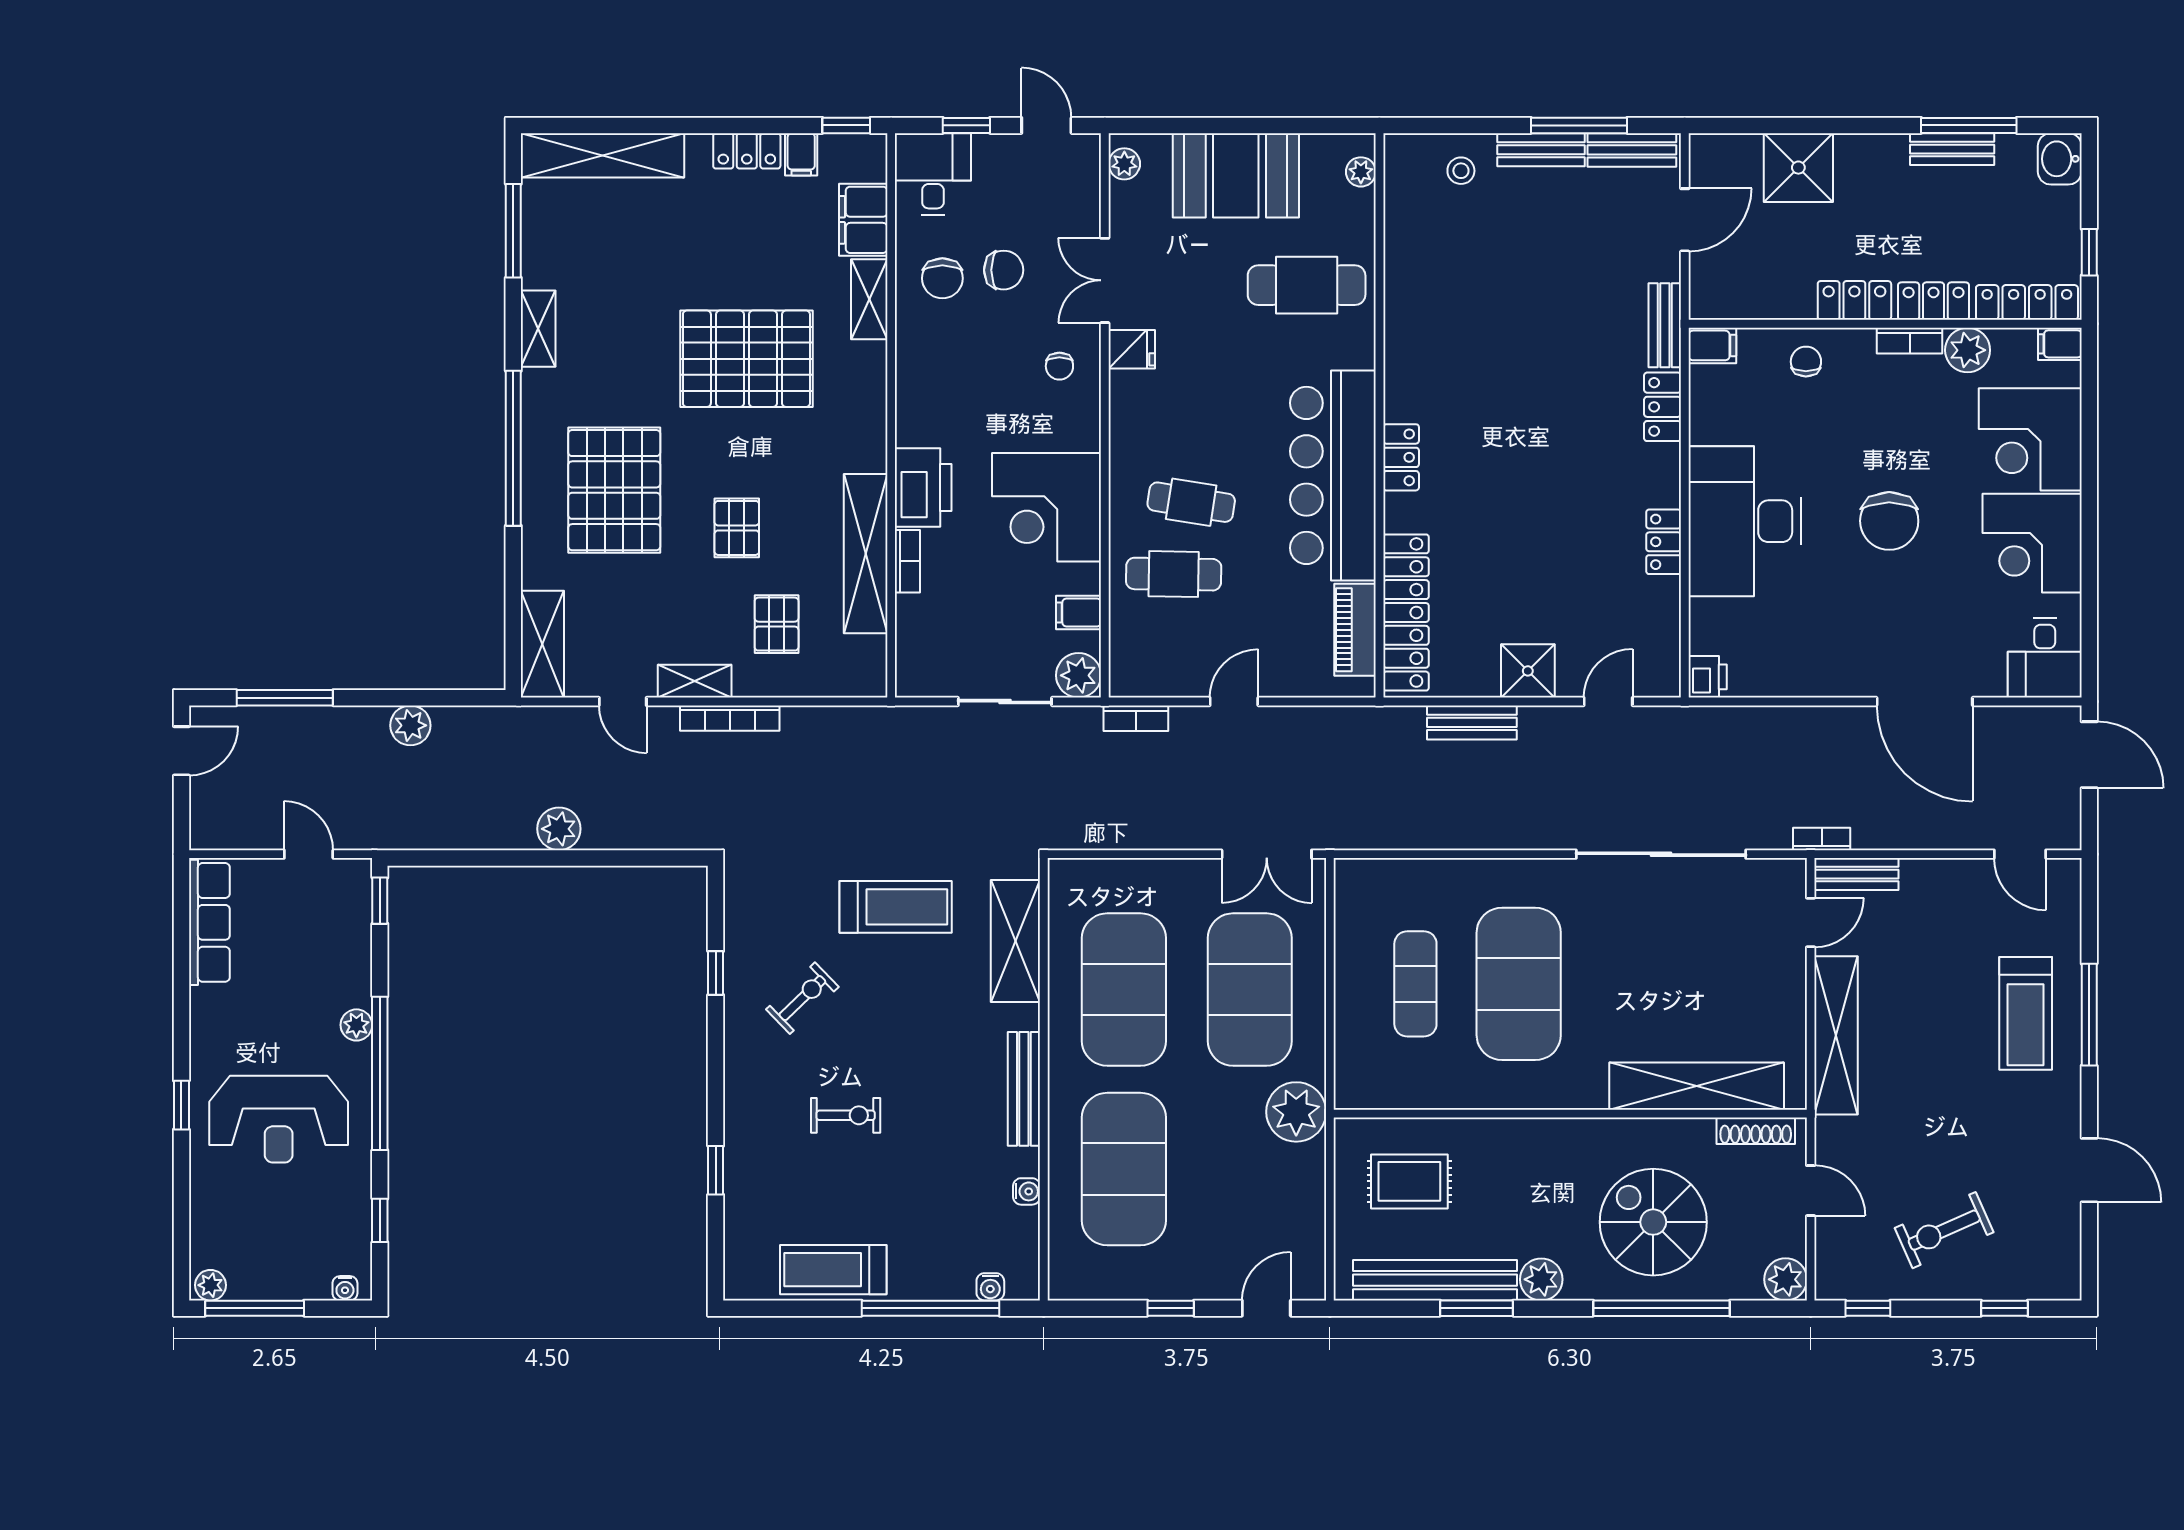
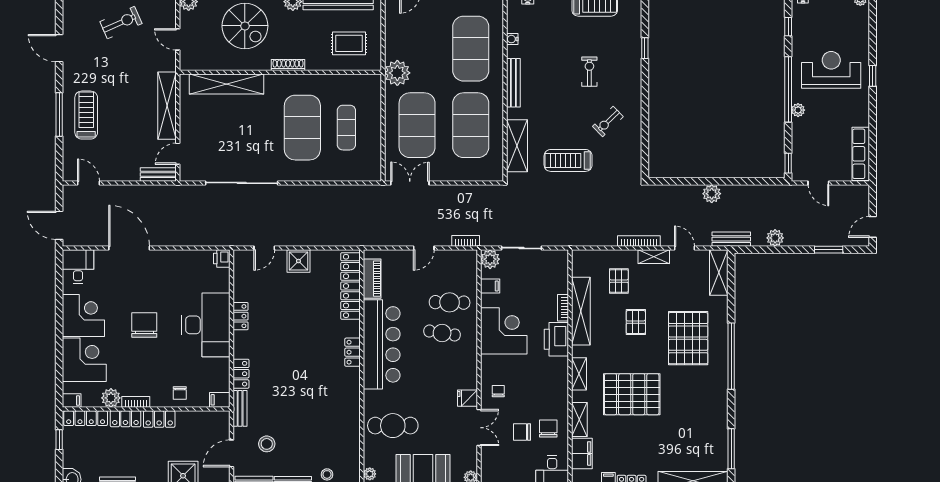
stool: (1602, 242) -> (267, 444), added
shelving: (538, 329) -> (579, 374), moved
window: (285, 698) -> (829, 250), width x0.69
bench: (1472, 722) -> (731, 239), moved
bookcase: (1822, 839) -> (173, 189), removed
window: (716, 973) -> (645, 132), removed
exercise bike: (846, 1115) -> (589, 72), turned 90
shoe rack: (1756, 1131) -> (288, 65), moved

